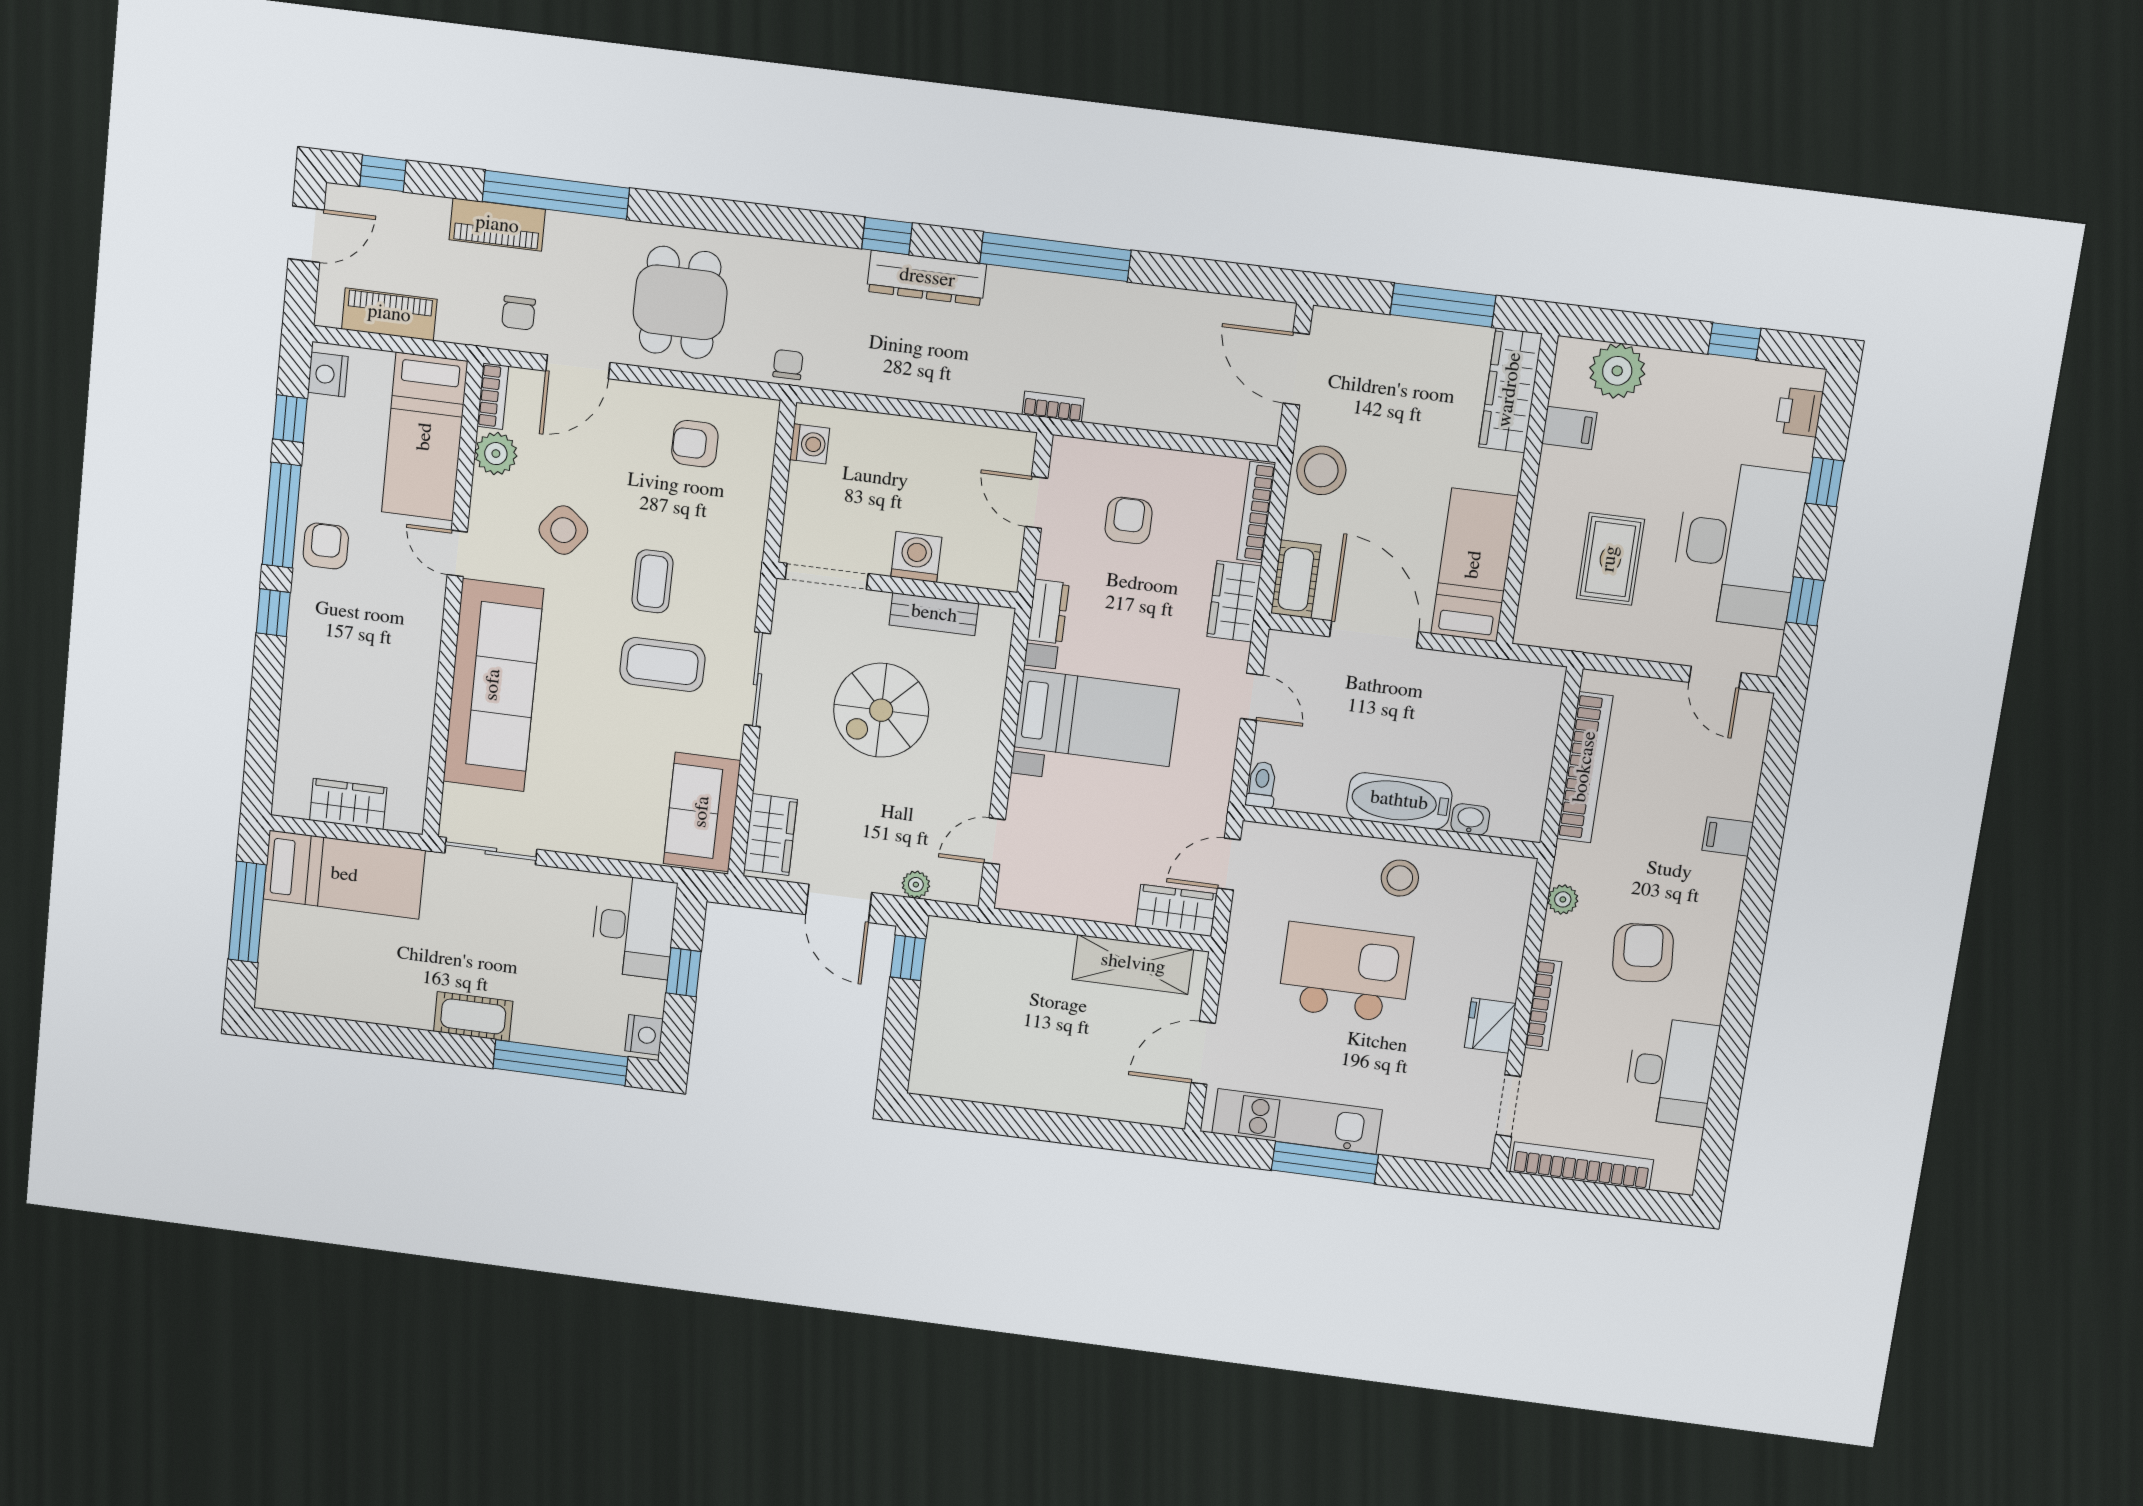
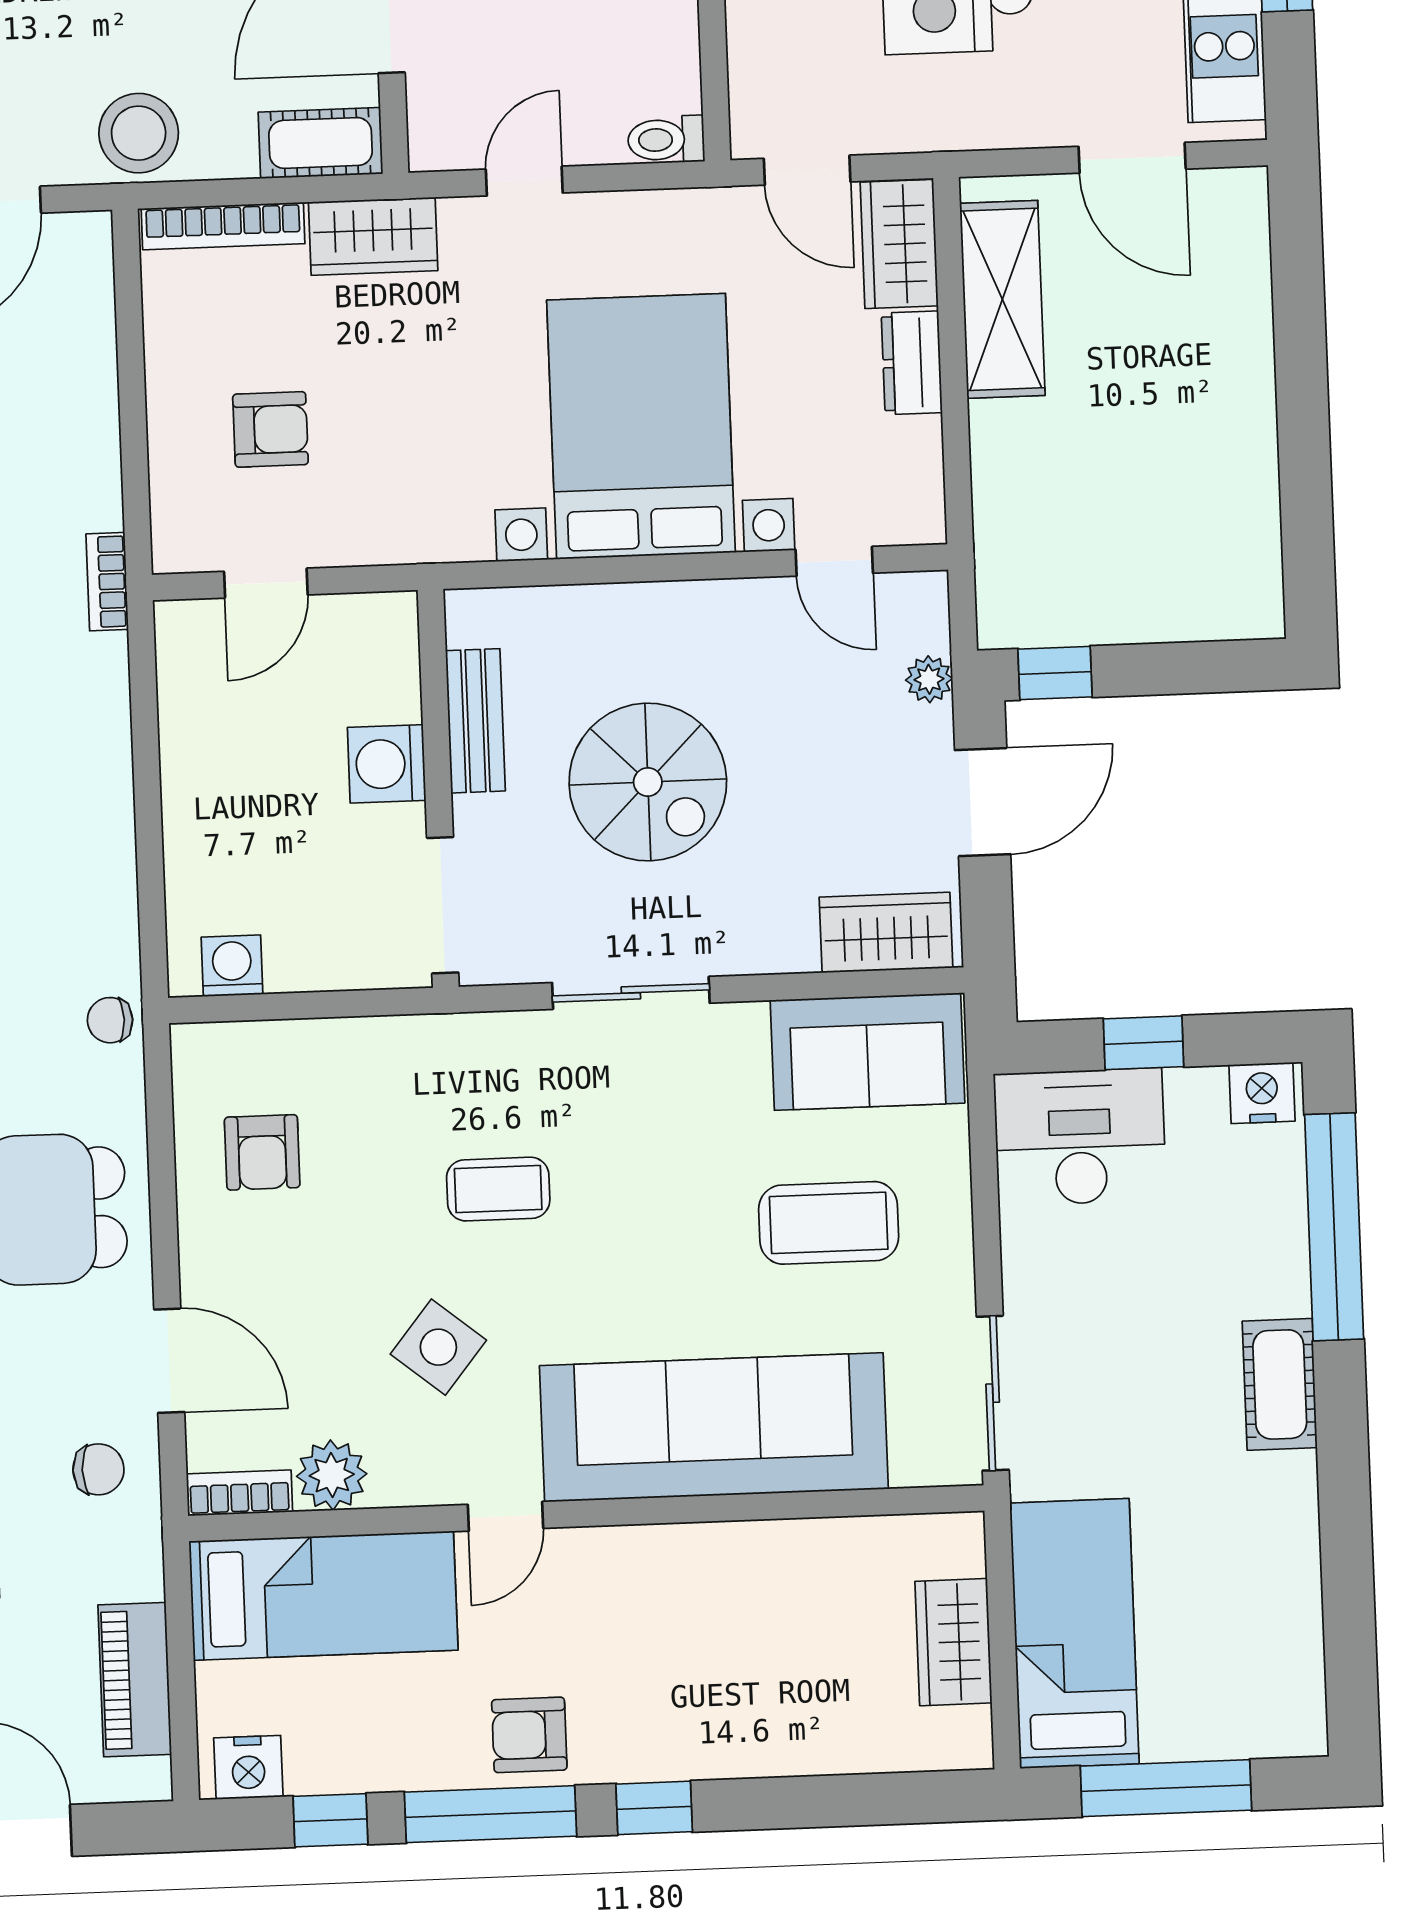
armchair: (1129, 520) -> (270, 429), turned 180
dresser: (1048, 612) -> (912, 363), moved, turned -90
coffee table: (662, 665) -> (829, 1223), moved, turned 90
bed with nightstands: (1096, 718) -> (641, 426), width x1.36

